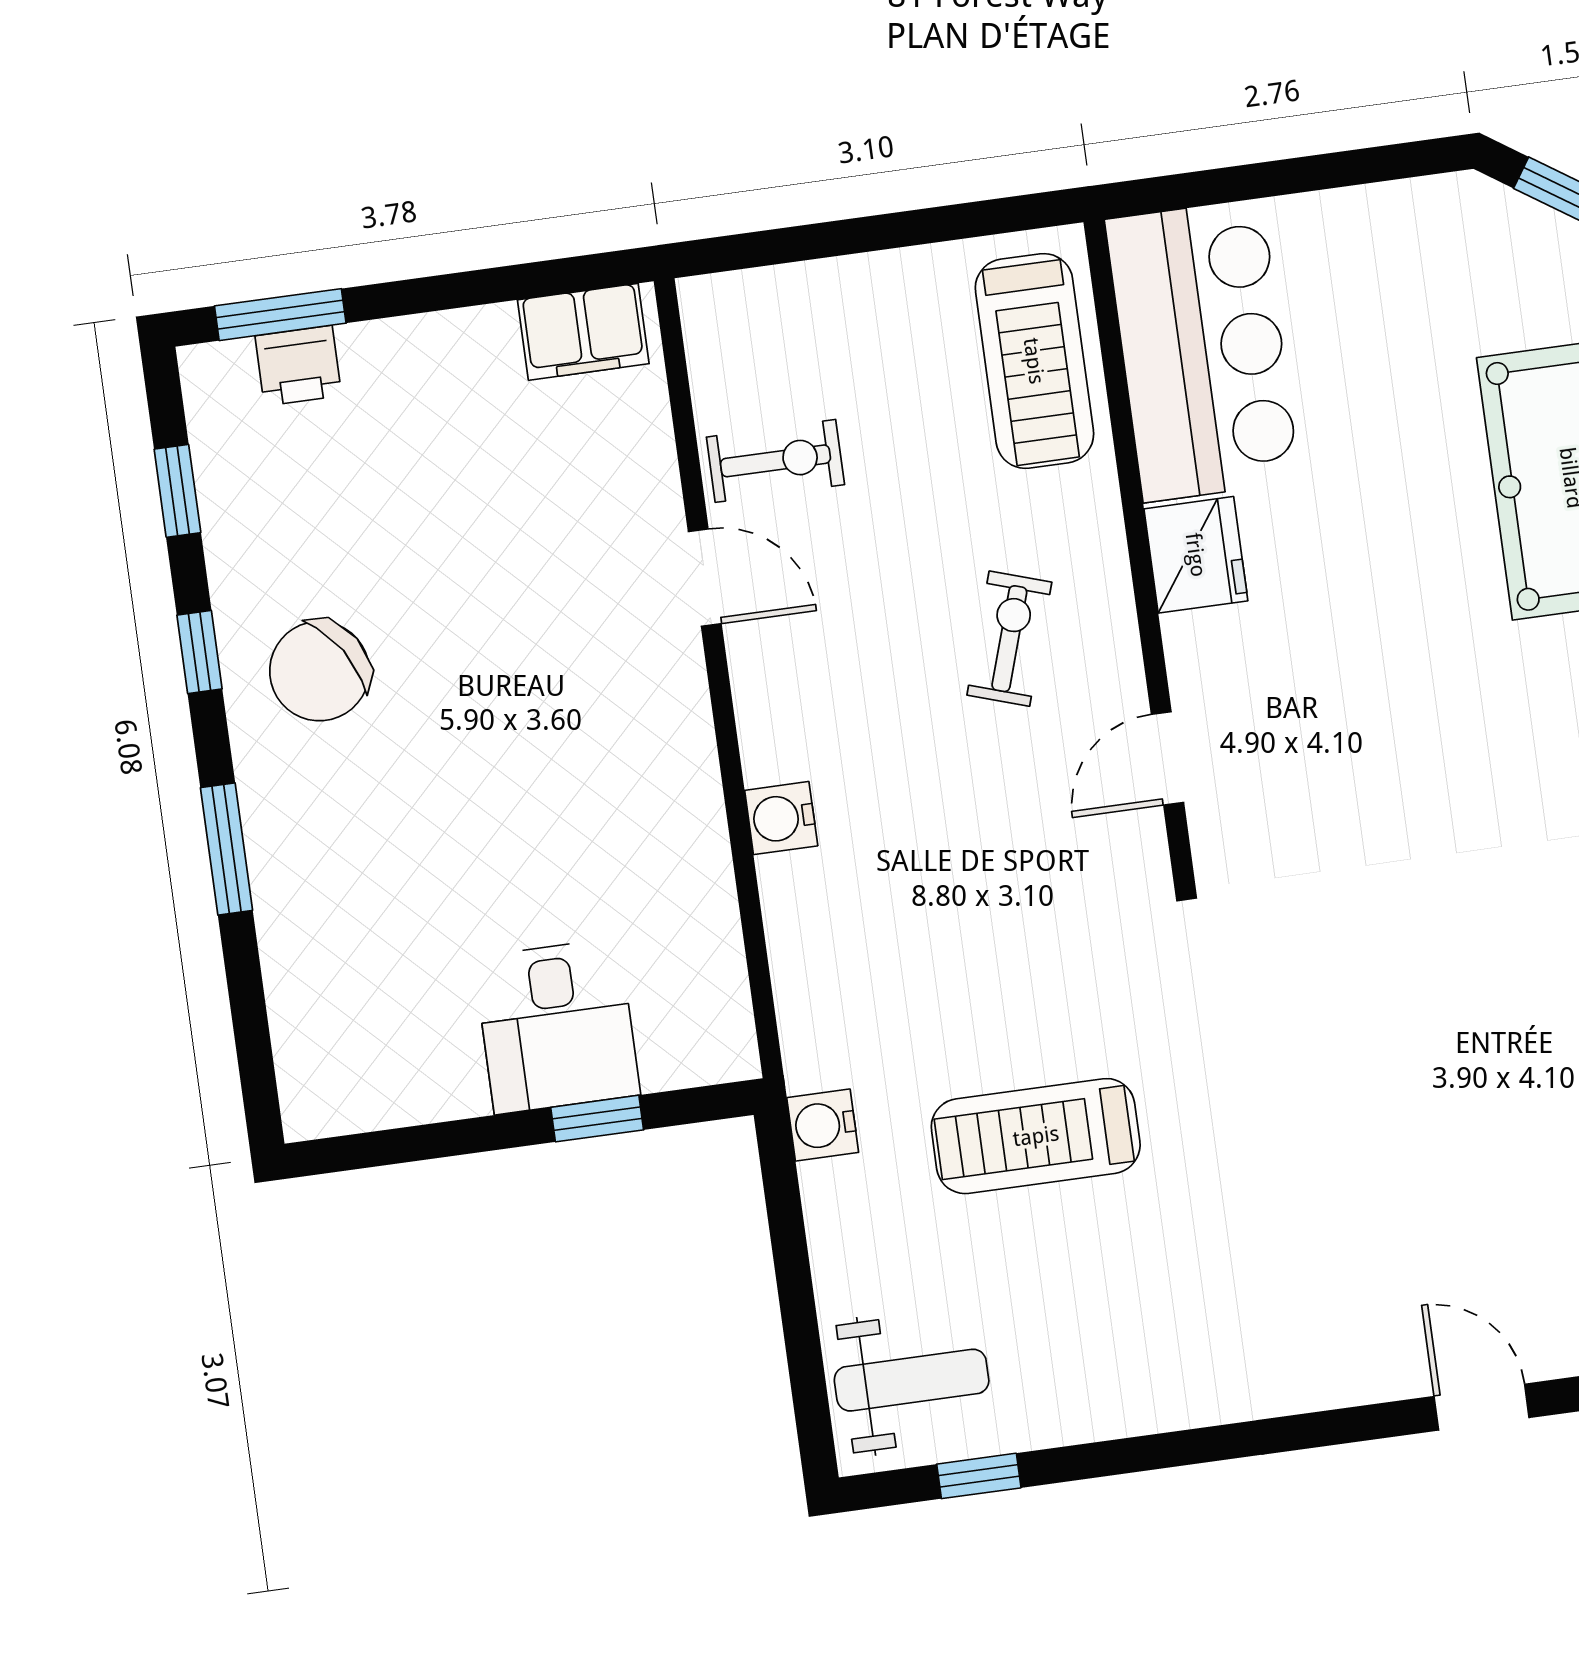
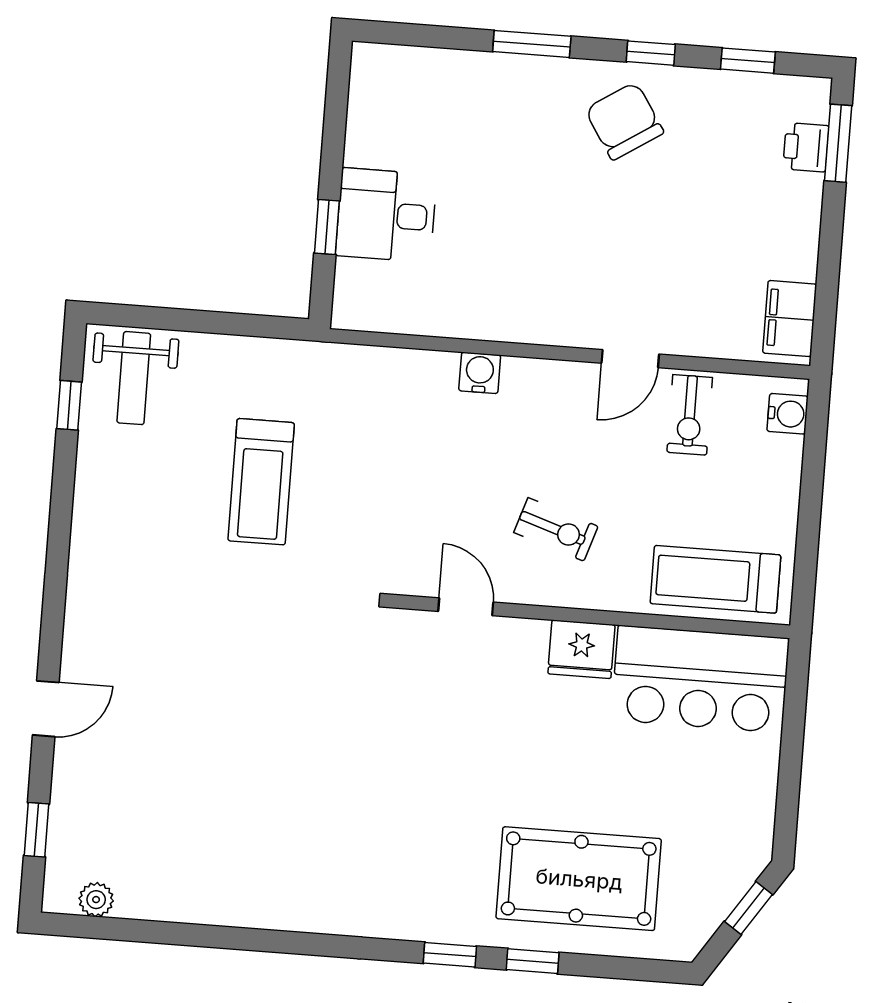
water cooler: (823, 1125) -> (788, 414), moved, turned 90
treadmill: (1036, 1136) -> (261, 482), turned 180

